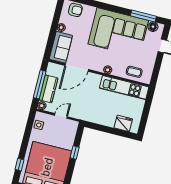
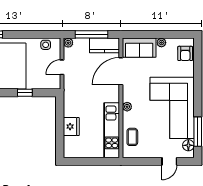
door: (77, 67) -> (121, 71), hinge flipped
kitchen counter: (48, 89) -> (105, 45), moved
door: (61, 116) -> (62, 67), swing flipped
fridge: (123, 123) -> (71, 127), moved

